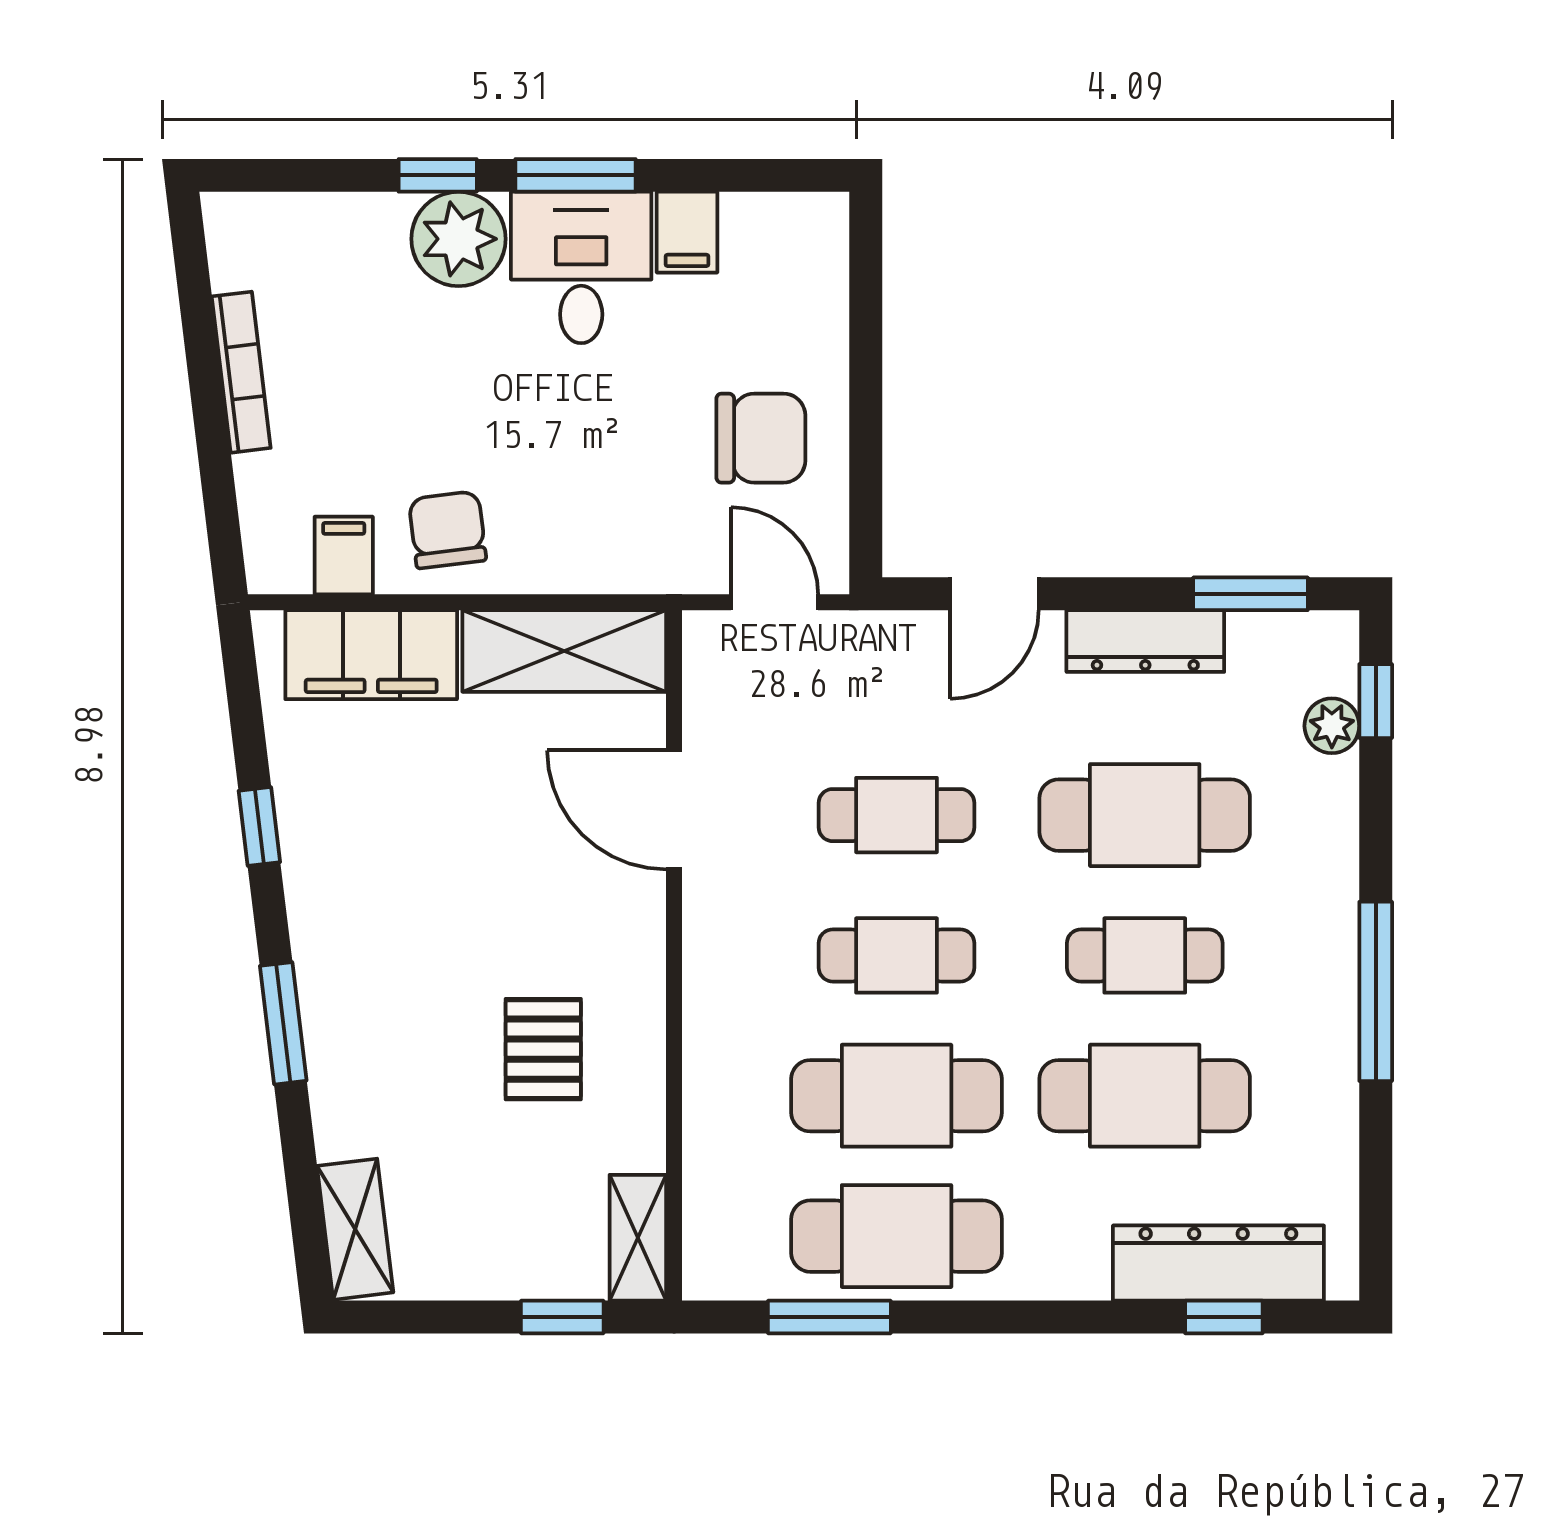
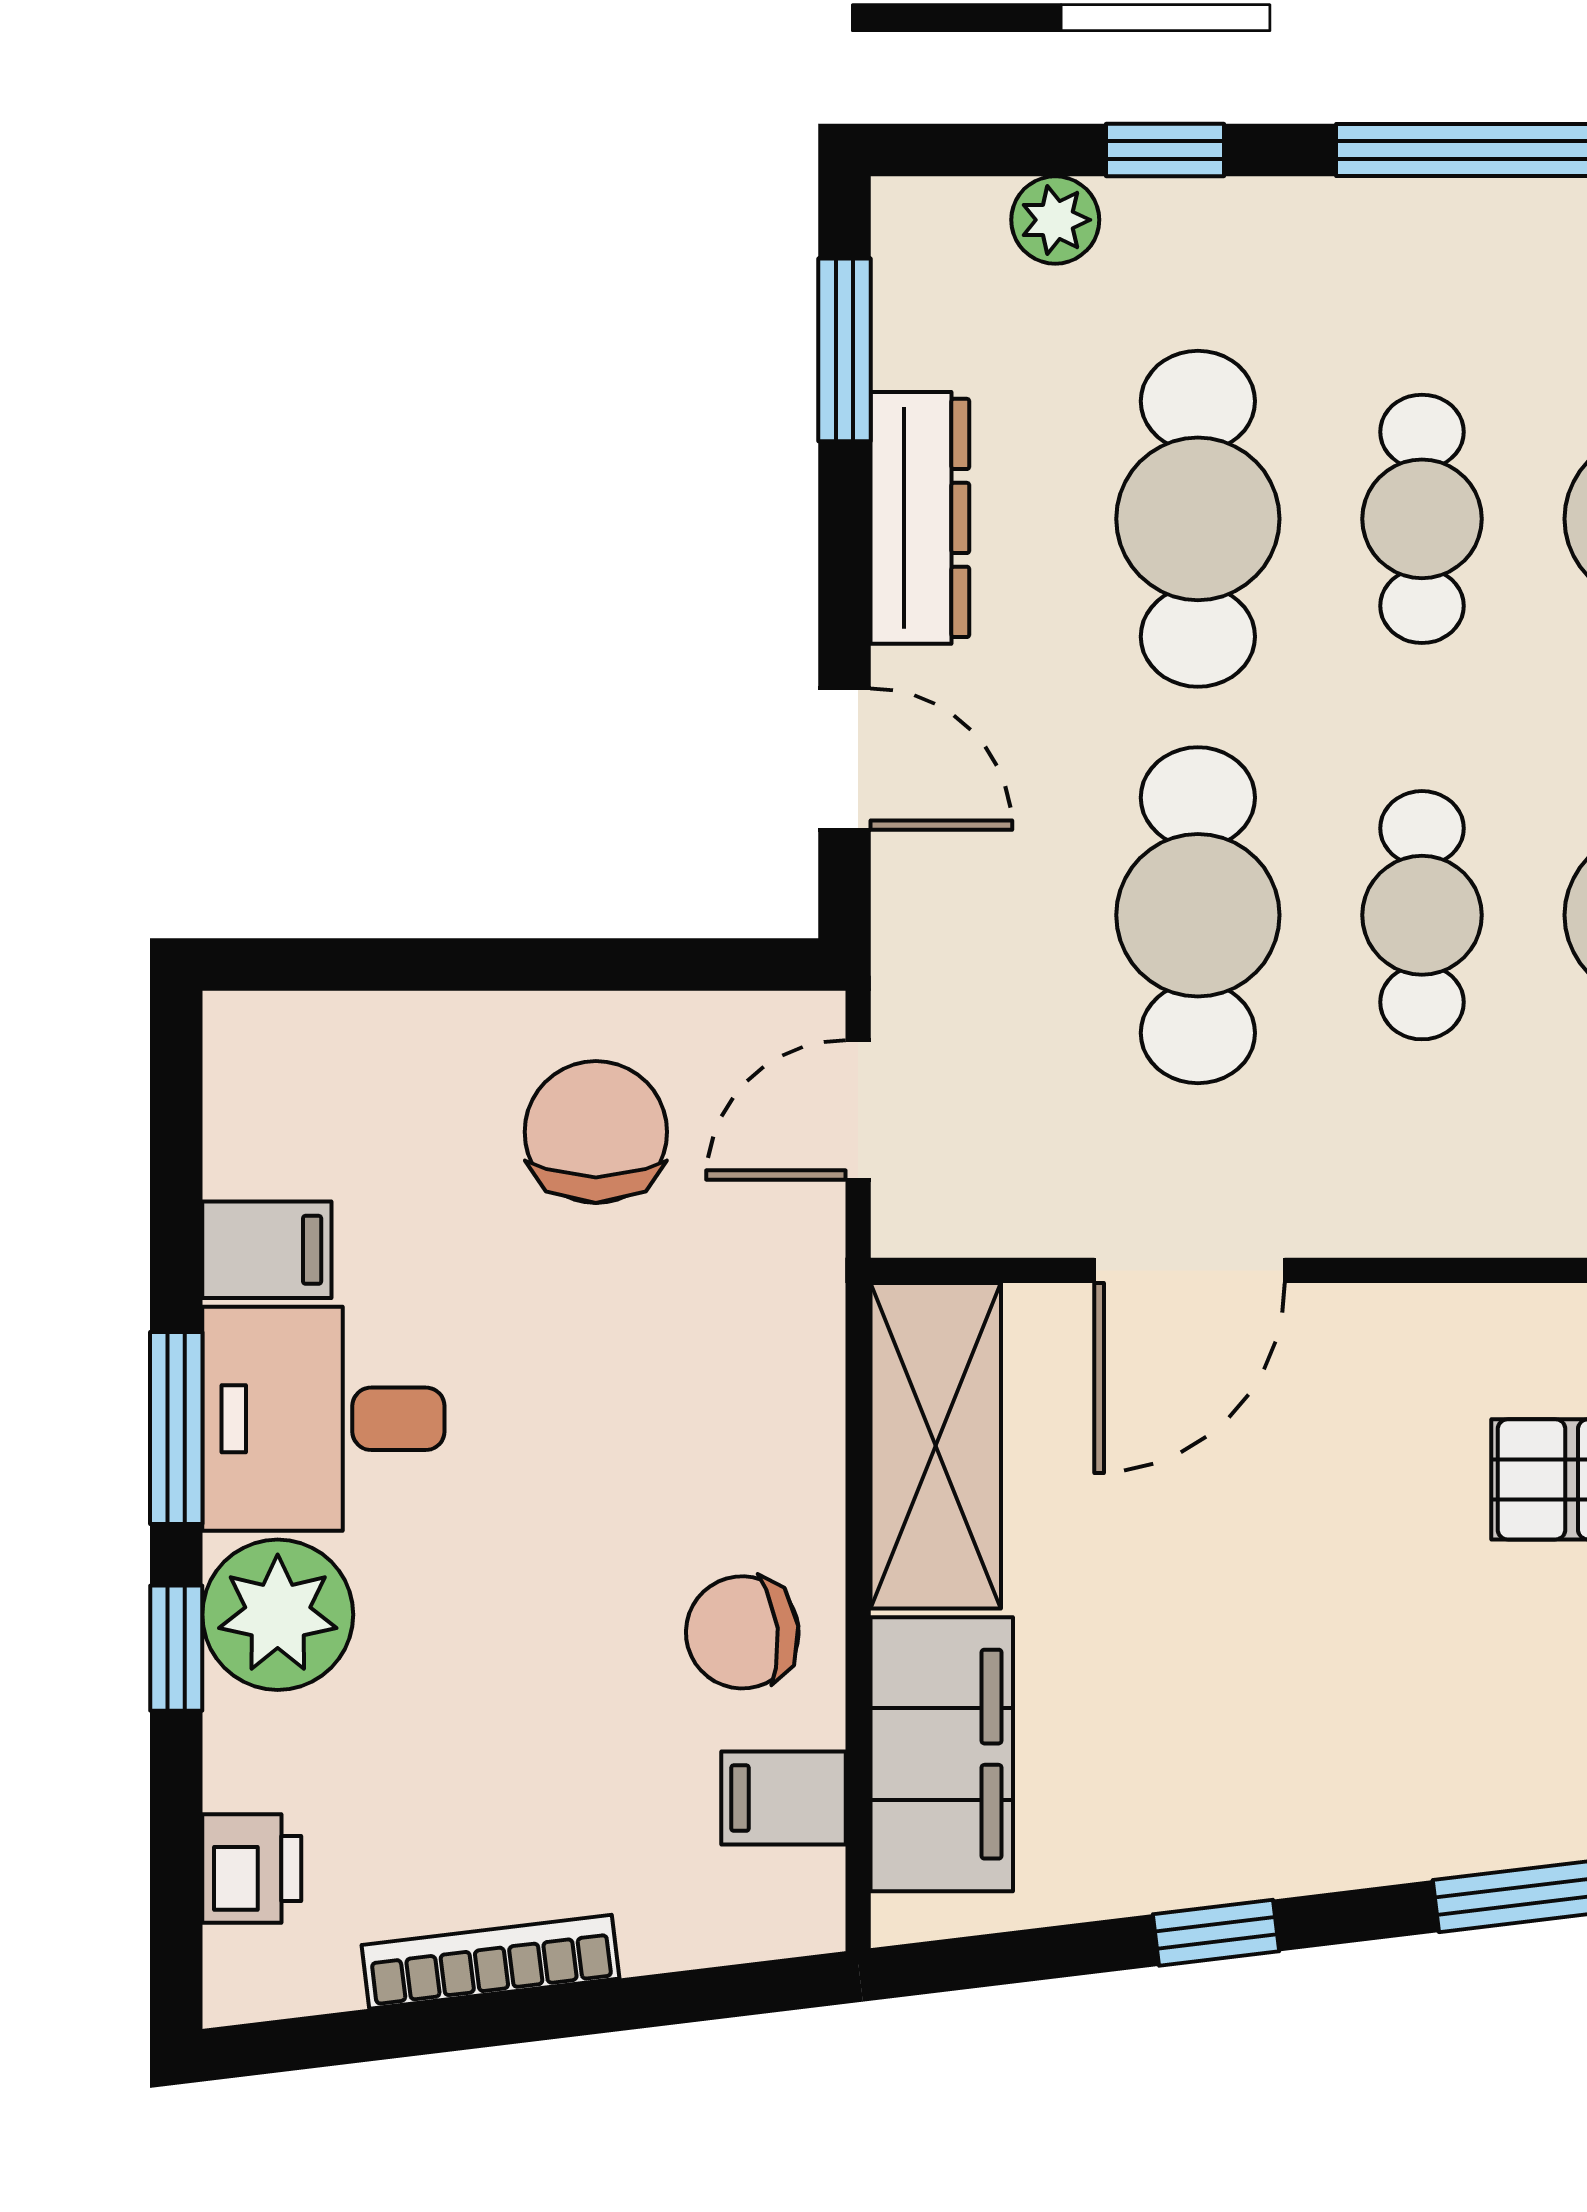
printer: (300, 223) -> (252, 1868), added
window: (1376, 701) -> (1165, 150), moved
cafe table: (897, 815) -> (1198, 915), width x1.37, depth x1.35

